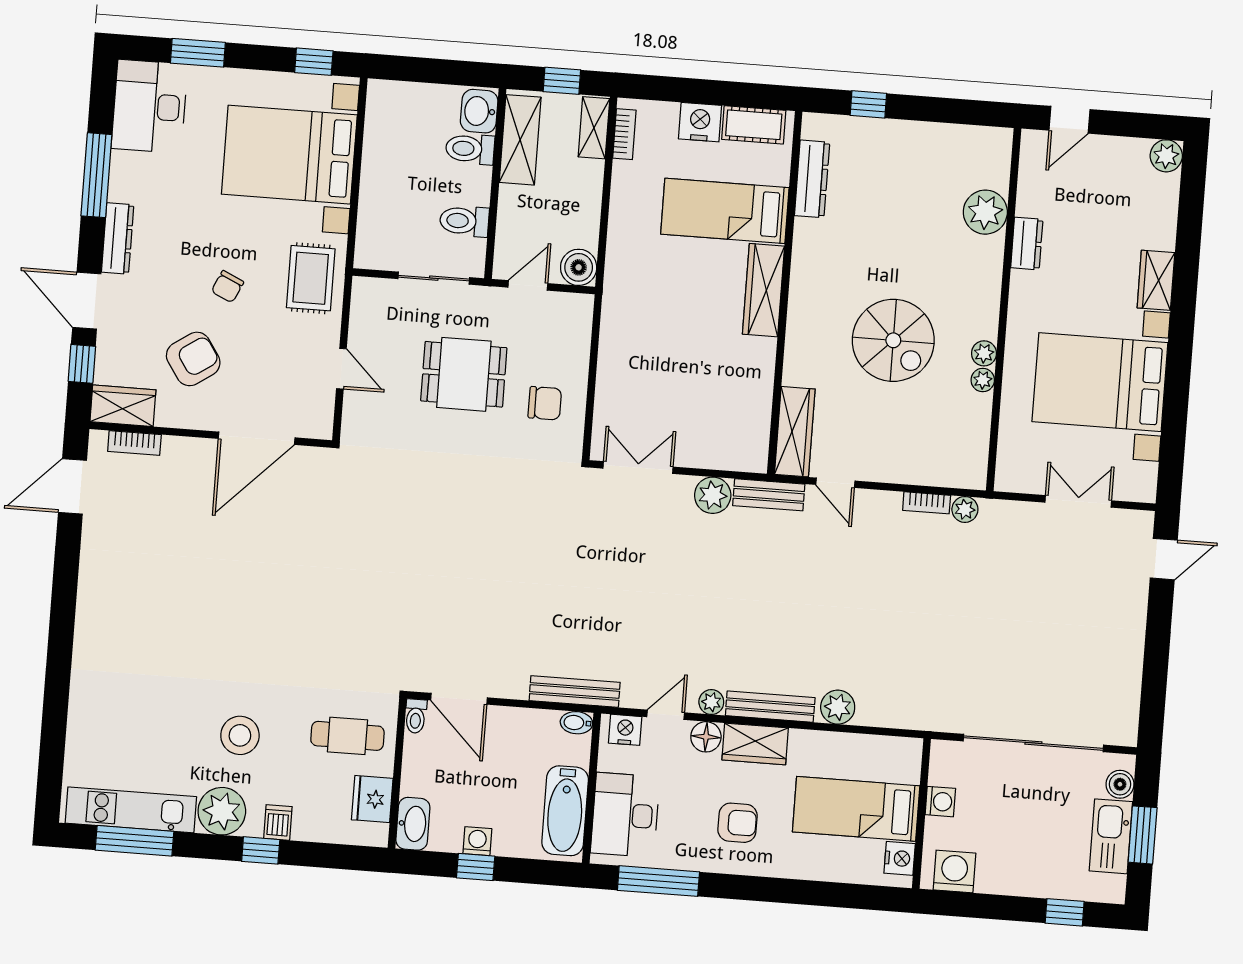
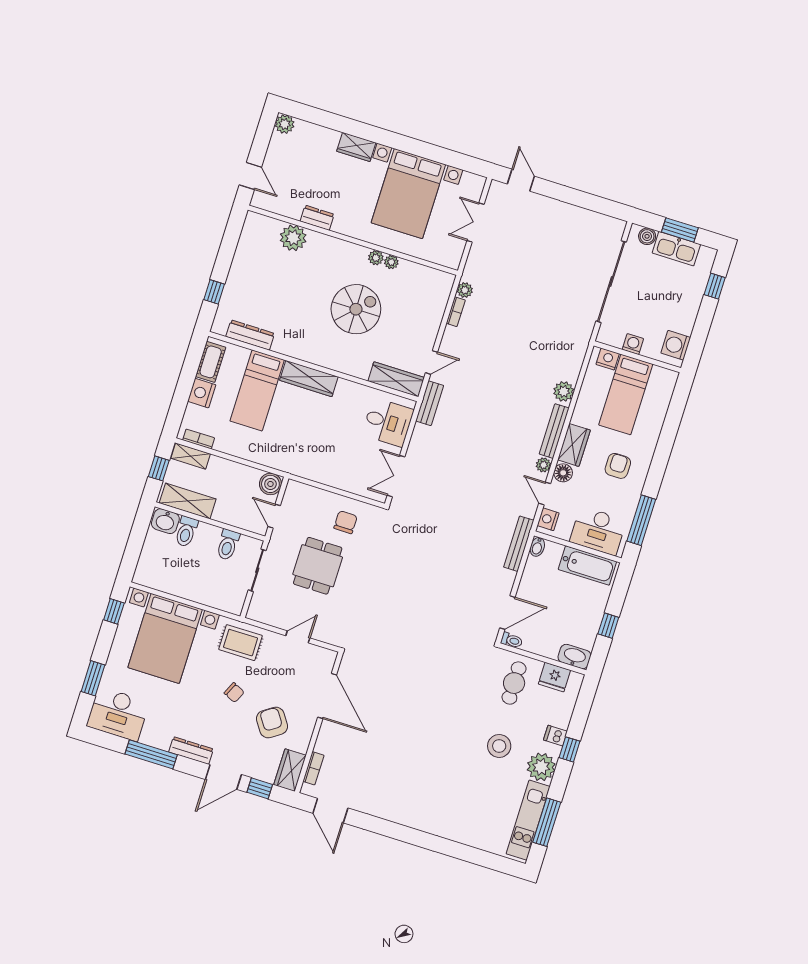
desk: (722, 434) -> (388, 422), added
plant: (713, 495) -> (422, 436), removed
washing machine: (477, 841) -> (593, 621), removed
nightstand: (900, 858) -> (608, 359), moved

